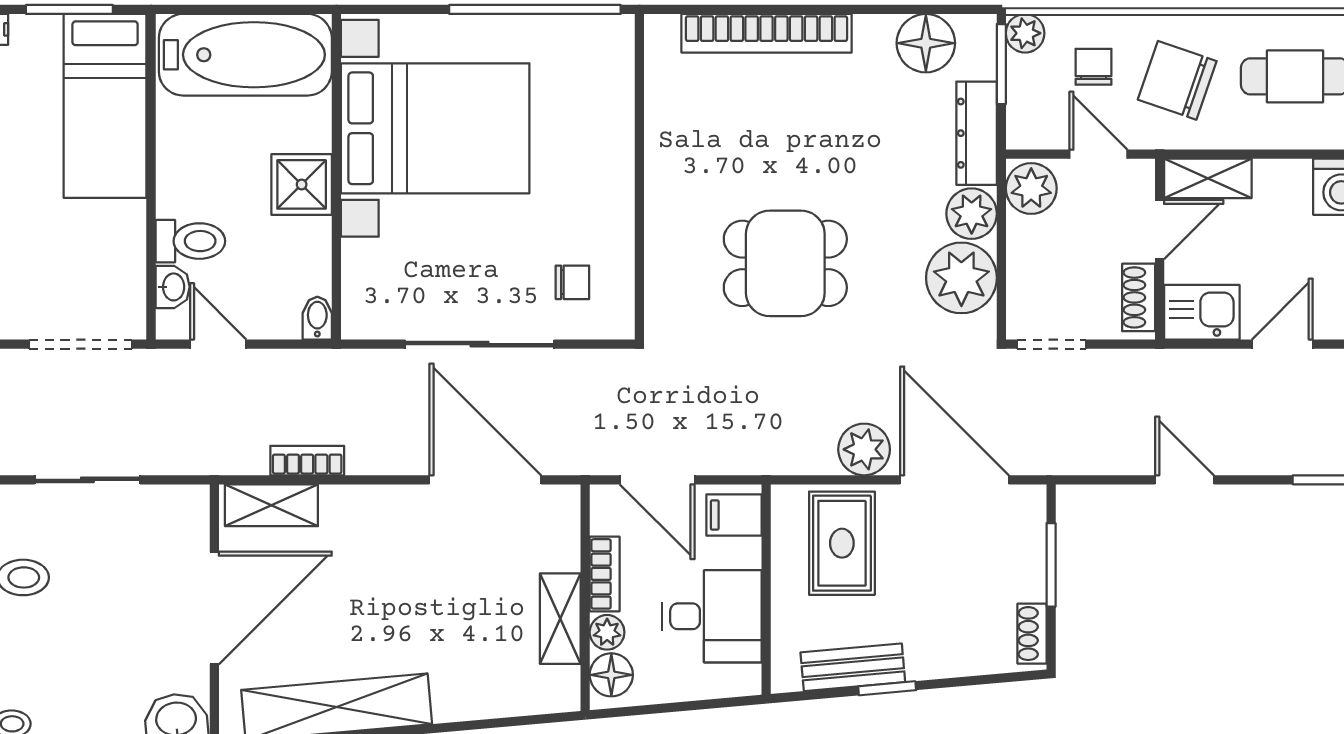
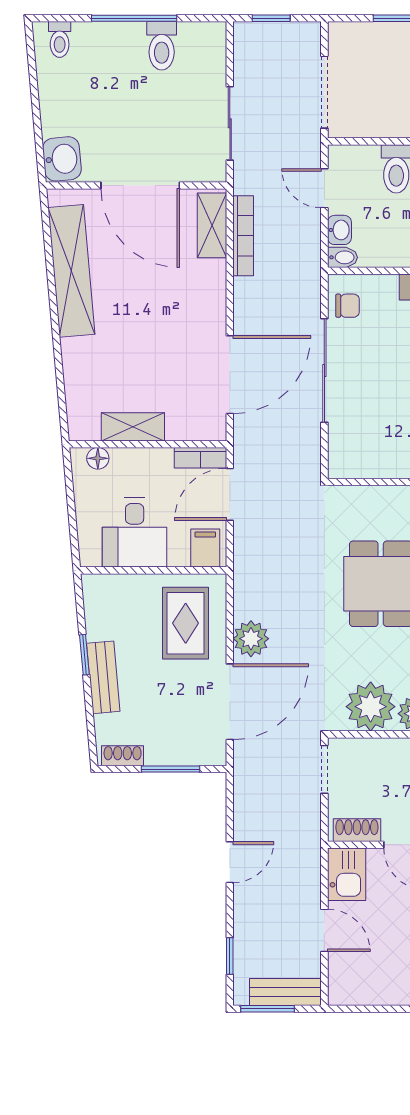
chair: (572, 282) -> (348, 306), moved, turned -90
washbasin: (173, 287) -> (339, 230), moved, turned -90
door: (218, 344) -> (324, 188), swing flipped
bookcase: (307, 461) -> (243, 236), width x1.56
sliding door: (87, 480) -> (230, 123), moved
rug: (842, 543) -> (186, 623), turned 90
bookcase: (605, 574) -> (201, 458), moved
plant: (607, 632) -> (123, 459), removed
bench: (853, 667) -> (103, 677), moved
floor lamp: (611, 675) -> (98, 458), width x0.73, depth x0.73

